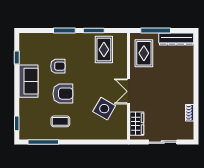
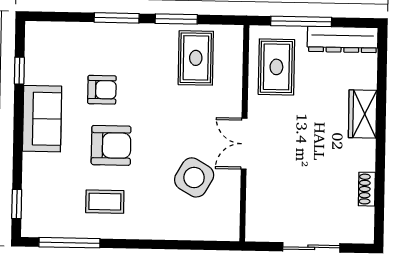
wardrobe: (137, 124) -> (363, 114), moved, turned 180

